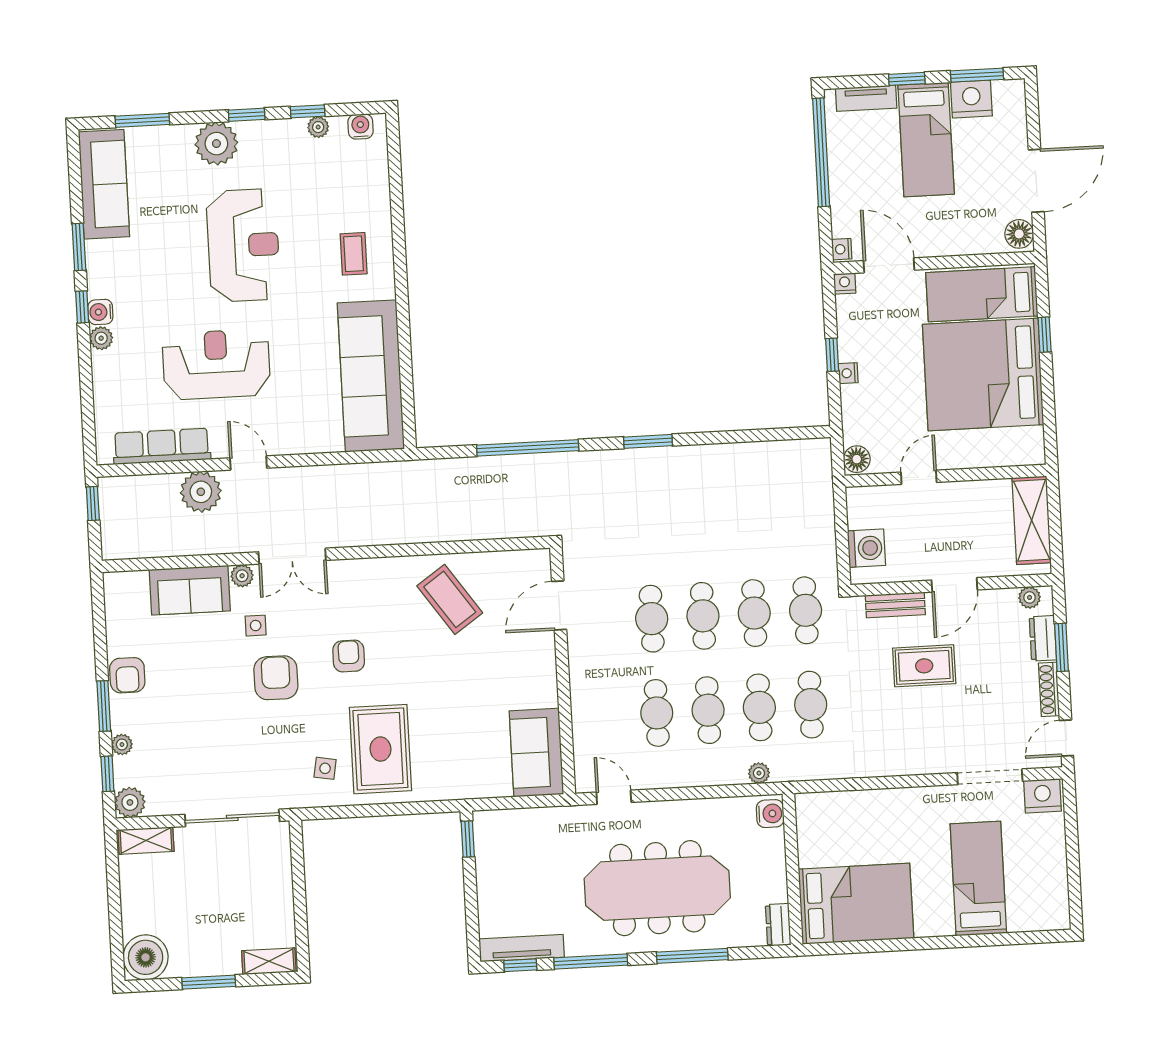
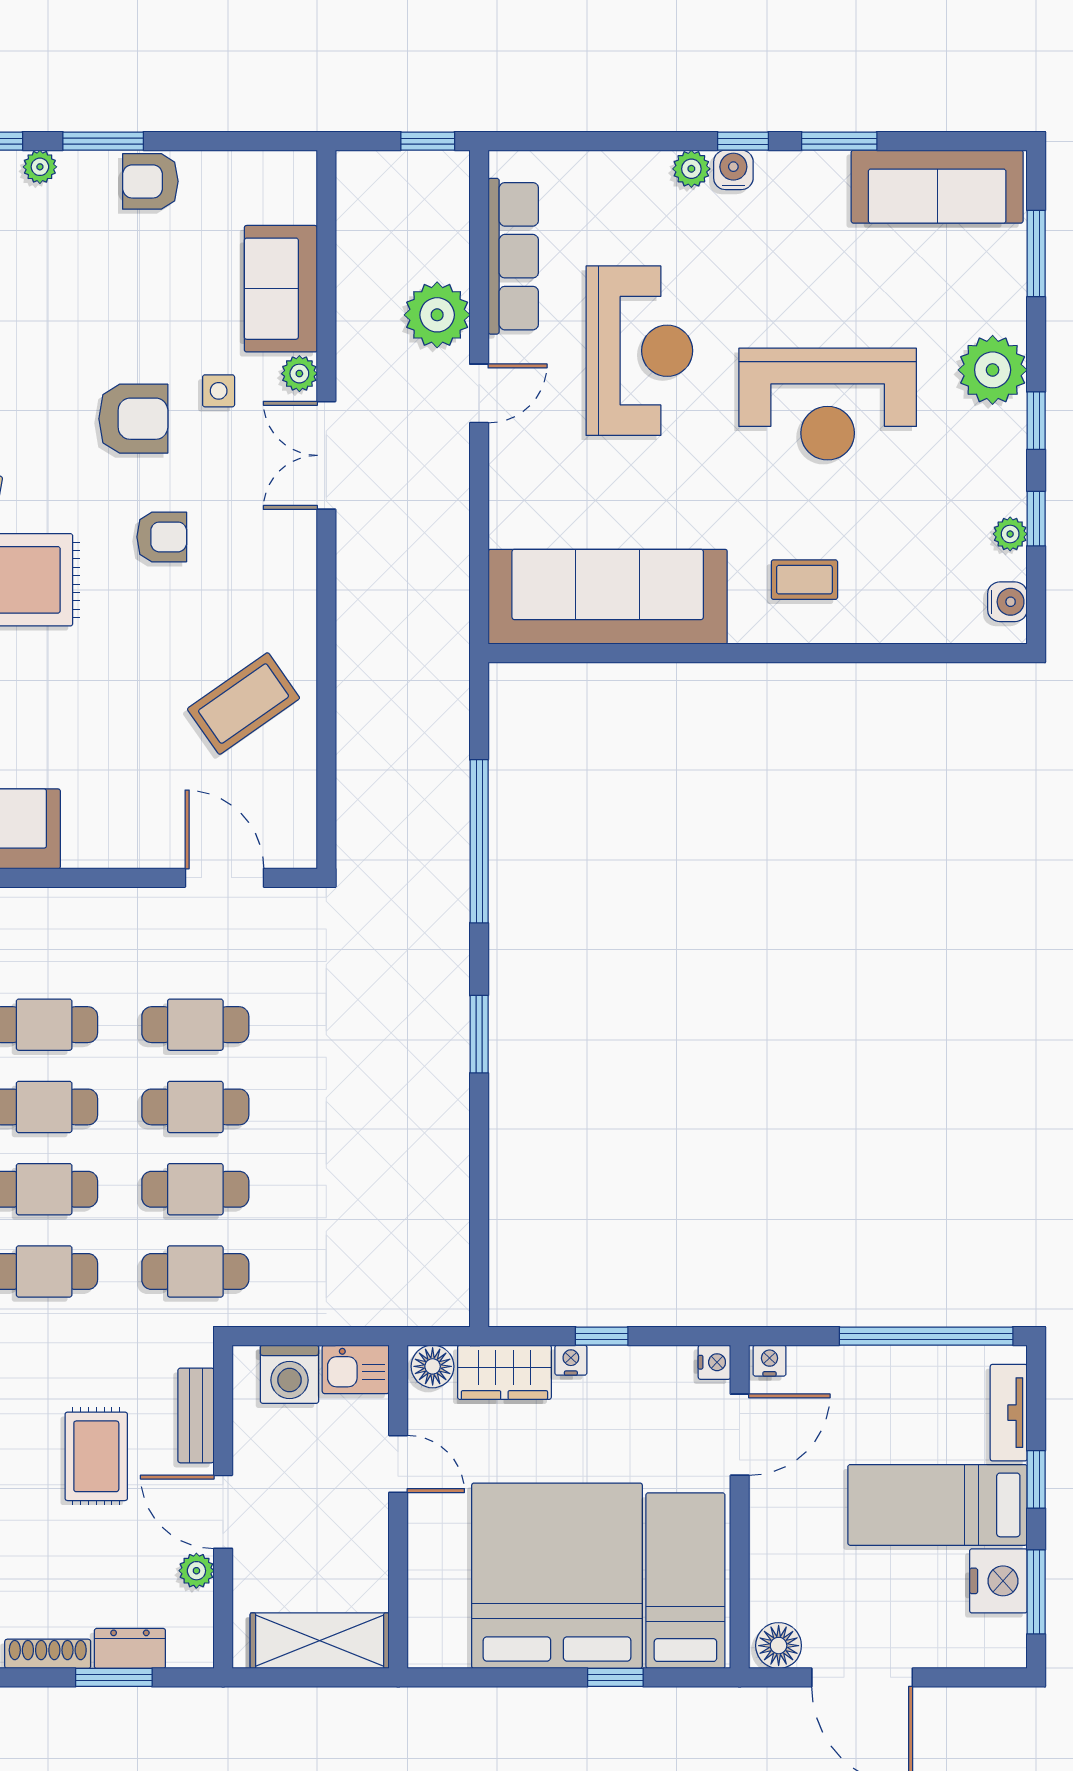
wardrobe: (858, 414) -> (504, 1372), added
kitchen sink: (861, 507) -> (356, 1369), added
plant: (1030, 597) -> (196, 1571), moved

